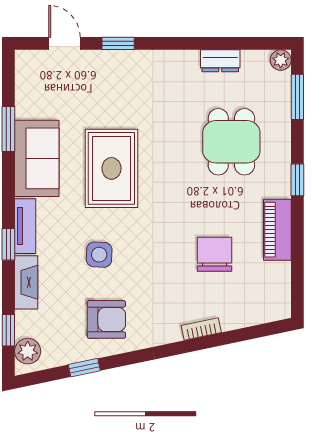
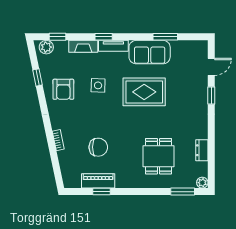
dining table: (231, 142) -> (159, 156), turned 90
window: (297, 180) -> (101, 192), moved
piano: (277, 230) -> (98, 181), moved

